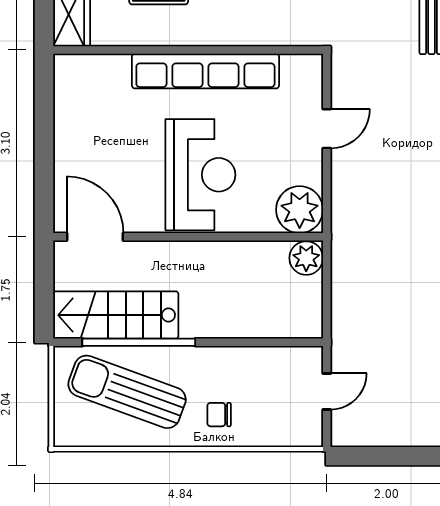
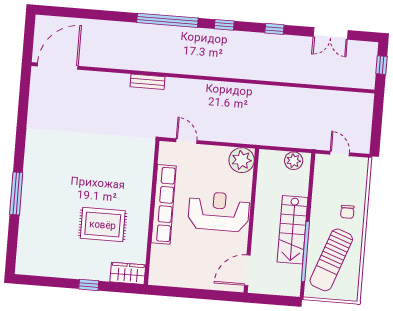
door: (327, 129) -> (187, 141), moved
plant: (306, 258) -> (294, 161), moved
stairs: (116, 315) -> (293, 230), moved

